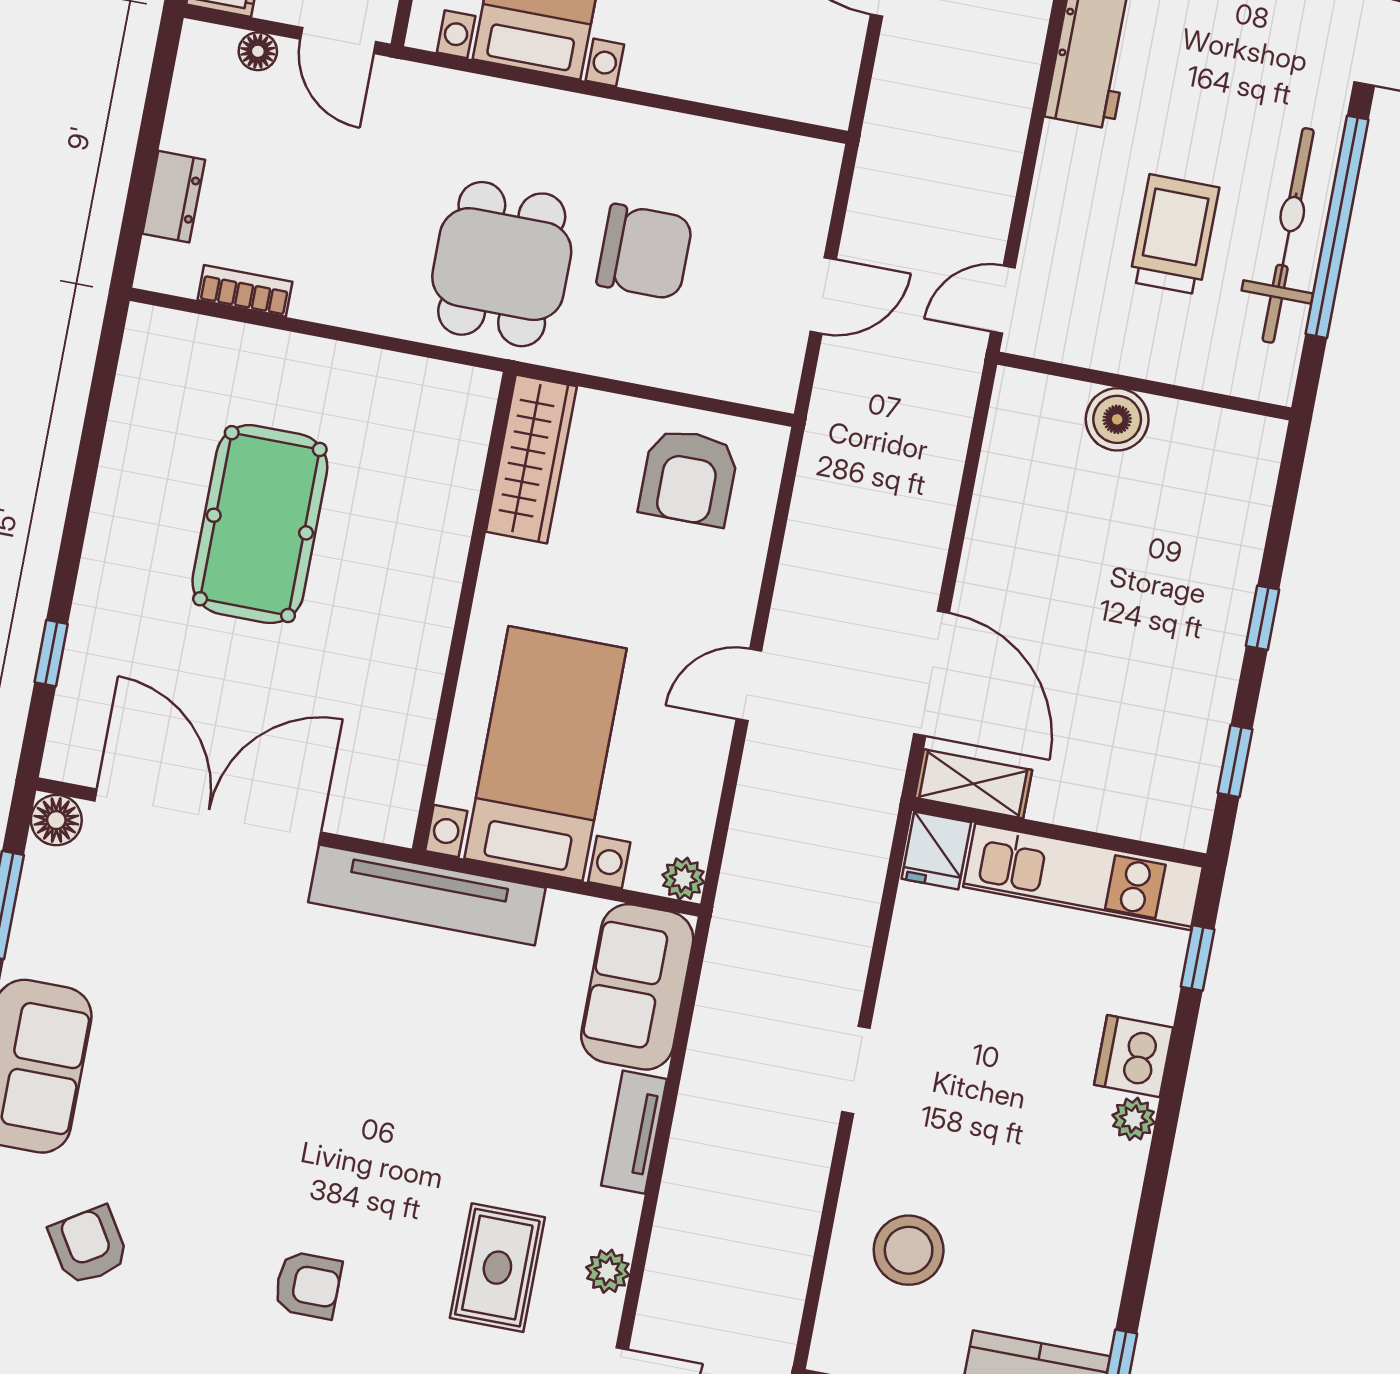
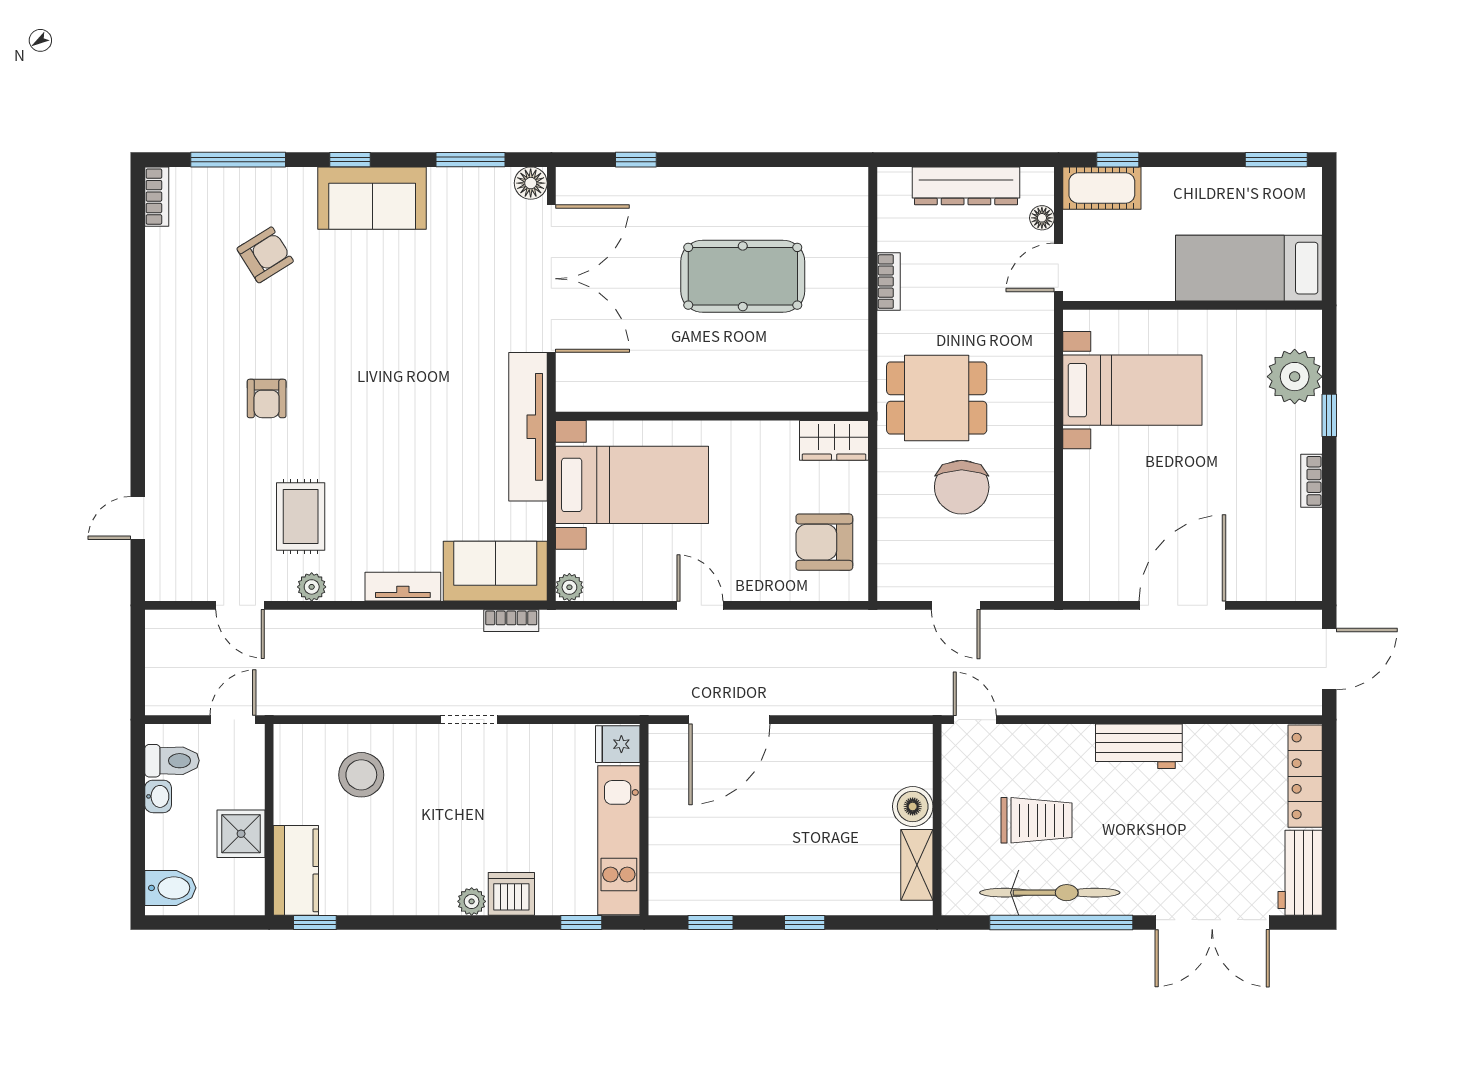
dresser: (174, 197) -> (966, 186), width x1.96, depth x1.24
bookcase: (245, 291) -> (889, 282), moved
wardrobe: (531, 459) -> (834, 440), width x0.67
shelving: (973, 784) -> (917, 865), moved
bookcase: (717, 977) -> (511, 621), added
rug: (497, 1268) -> (301, 517), turned 90

